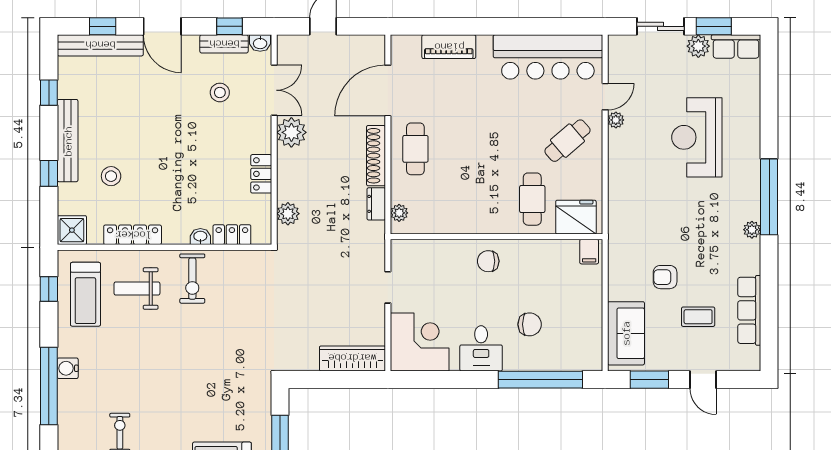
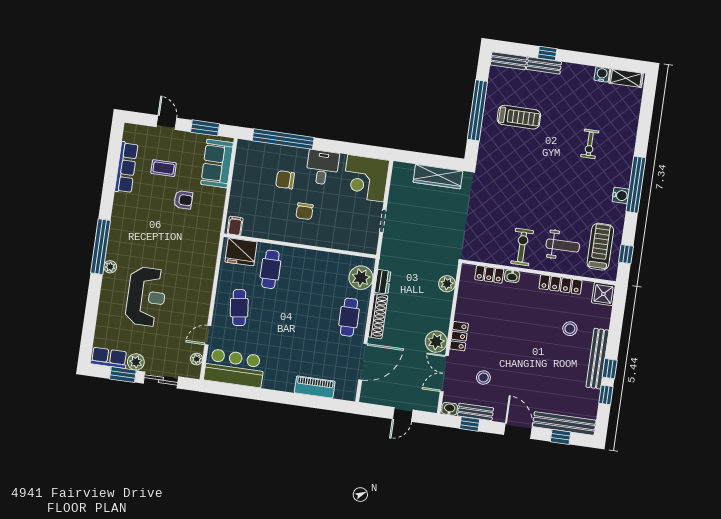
bar counter: (548, 57) -> (234, 368), width x0.73
plant: (616, 120) -> (197, 359), moved
cafe table: (567, 141) -> (239, 308), turned -56
window: (49, 173) -> (610, 369), moved
locker: (261, 174) -> (459, 336), moved
plant: (399, 213) -> (361, 278), width x1.87, depth x1.87
plant: (752, 230) -> (110, 267), moved
chair: (488, 261) -> (304, 211), moved, turned 90
wardrobe: (352, 358) -> (438, 177), moved

